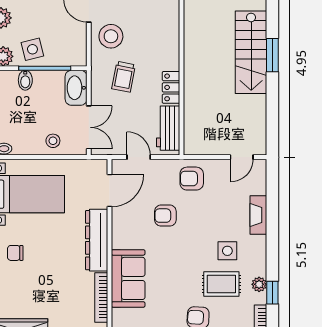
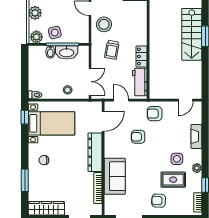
washbasin: (76, 88) -> (67, 52), moved, turned -90
plant: (259, 284) -> (197, 168), moved

